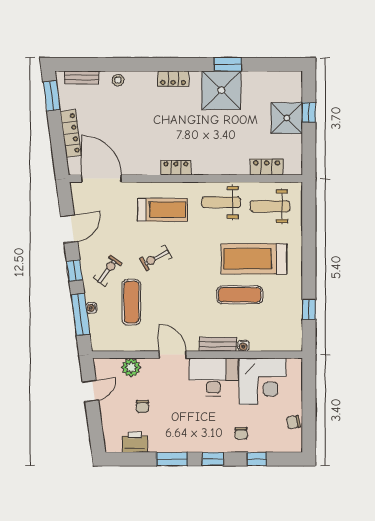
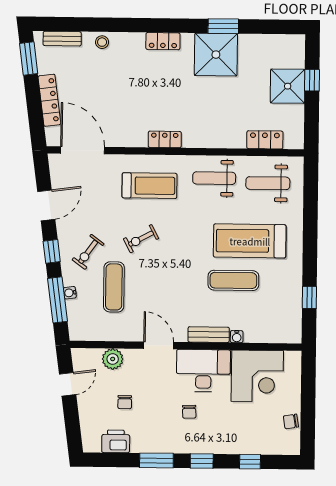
exercise bike: (108, 271) -> (88, 252), turned 180
chair: (241, 433) -> (189, 412), moved

